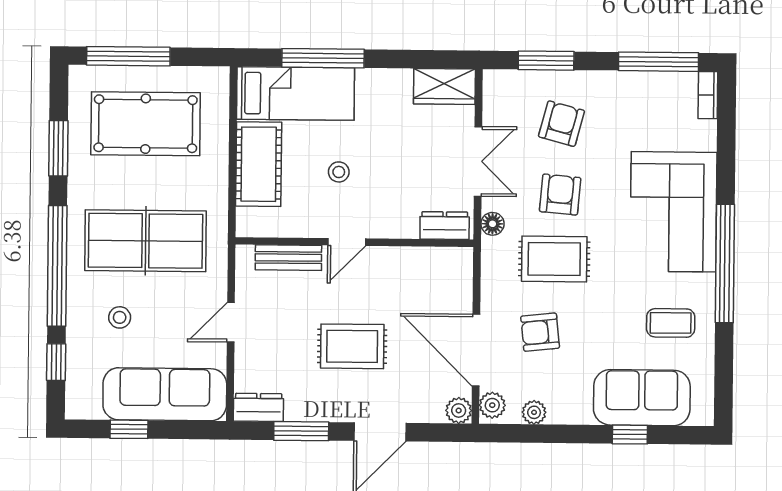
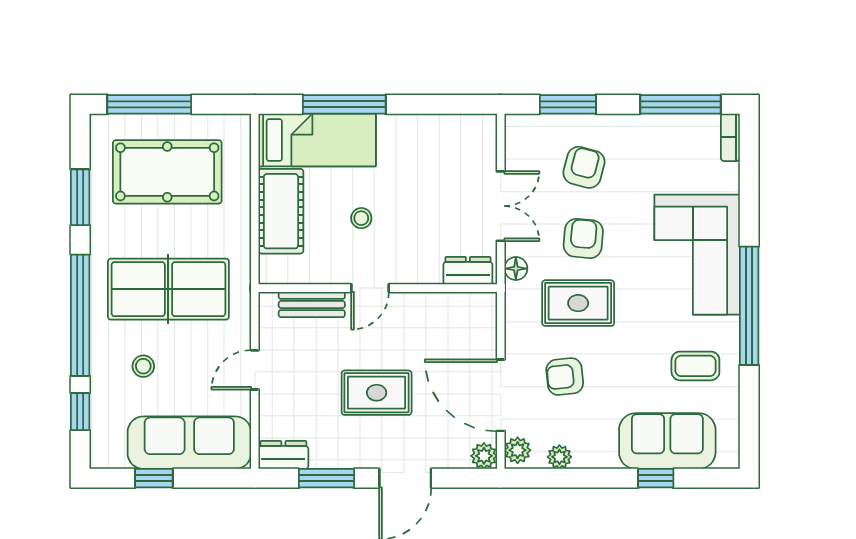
wardrobe: (444, 86) -> (466, 131), removed

